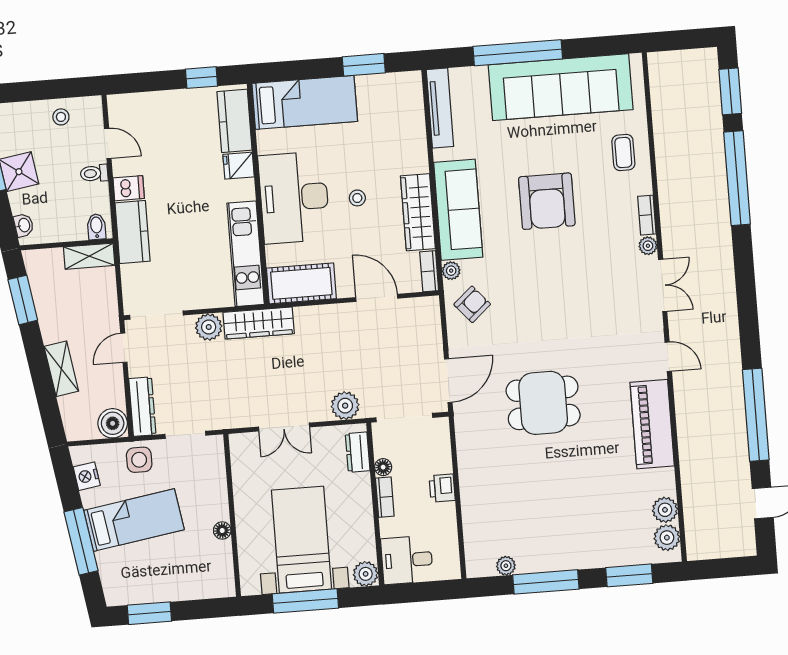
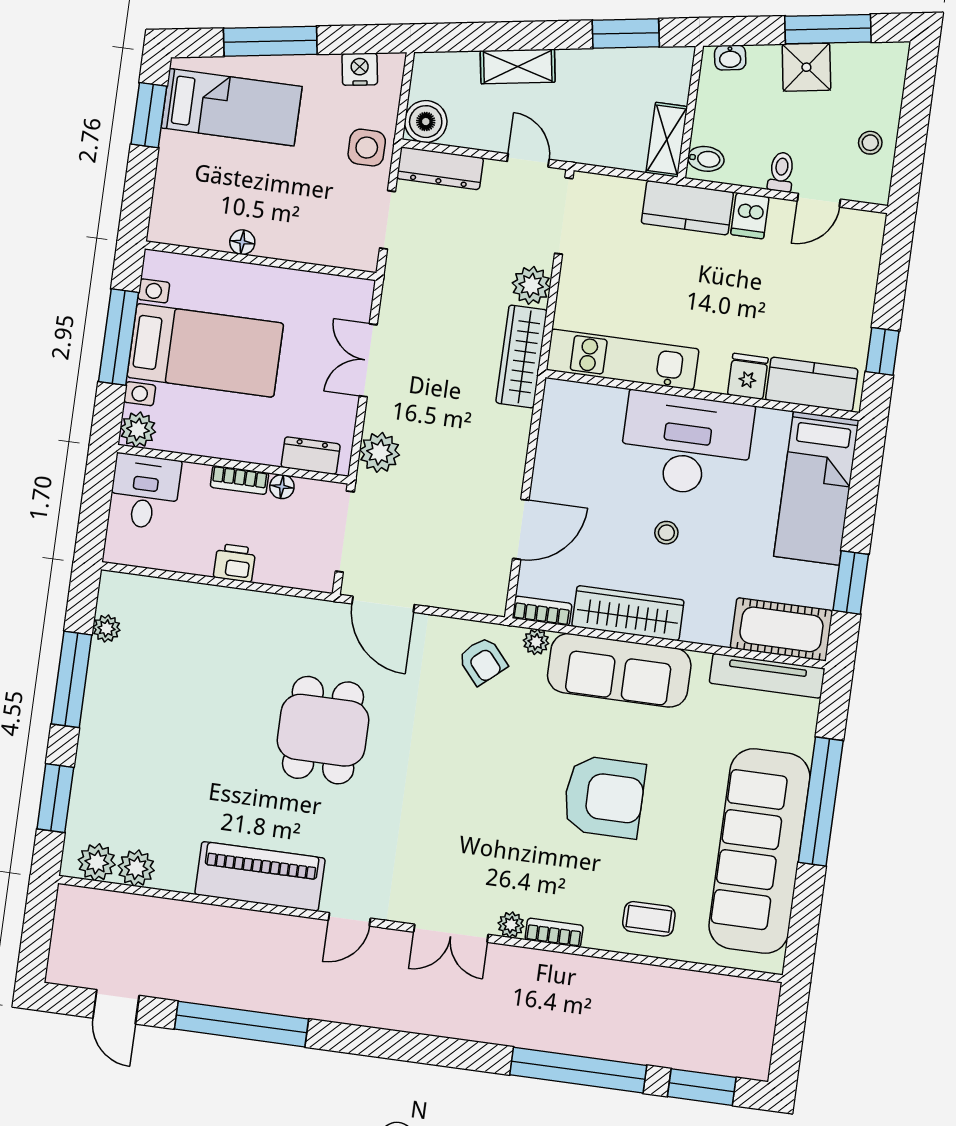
armchair: (547, 201) -> (604, 797), turned 180
cot: (301, 283) -> (781, 629), moved, turned 90
bed: (134, 520) -> (232, 107), moved, turned -81

